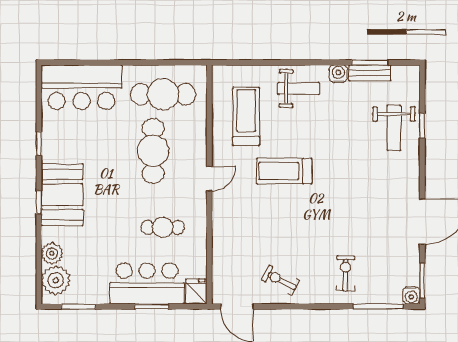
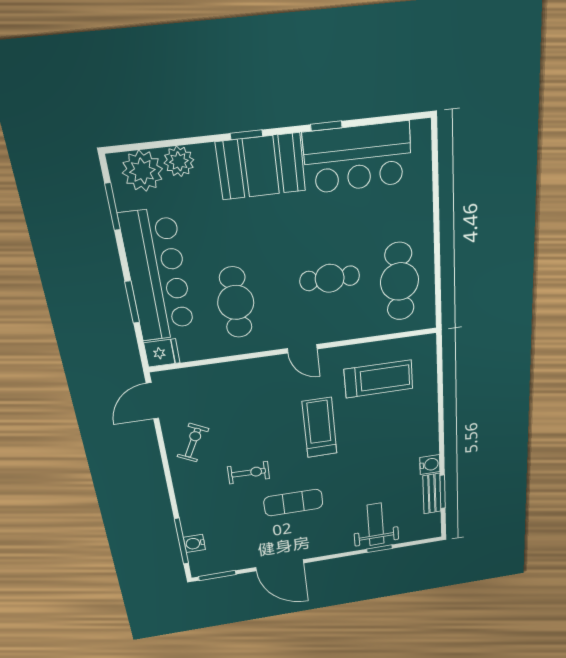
bar counter: (82, 87) -> (358, 158), moved, turned -90
weight bench: (299, 88) -> (413, 428), removed
weight bench: (394, 128) -> (376, 524), turned 90
cafe table: (153, 151) -> (330, 278), width x0.73, depth x0.74
exercise mat: (356, 202) -> (293, 503), added
cafe table: (163, 227) -> (236, 302), width x1.37, depth x1.35
exercise bike: (345, 273) -> (249, 473), moved
bar counter: (147, 283) -> (158, 276), width x1.36
water cooler: (411, 295) -> (194, 543), moved

